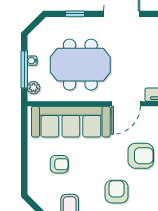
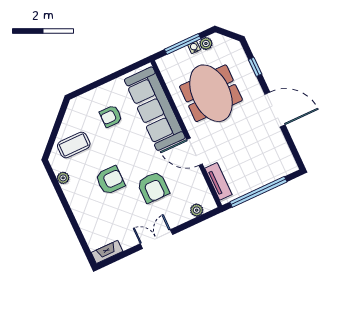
plant: (34, 88) -> (206, 43), moved
armchair: (59, 164) -> (111, 116), turned 90

